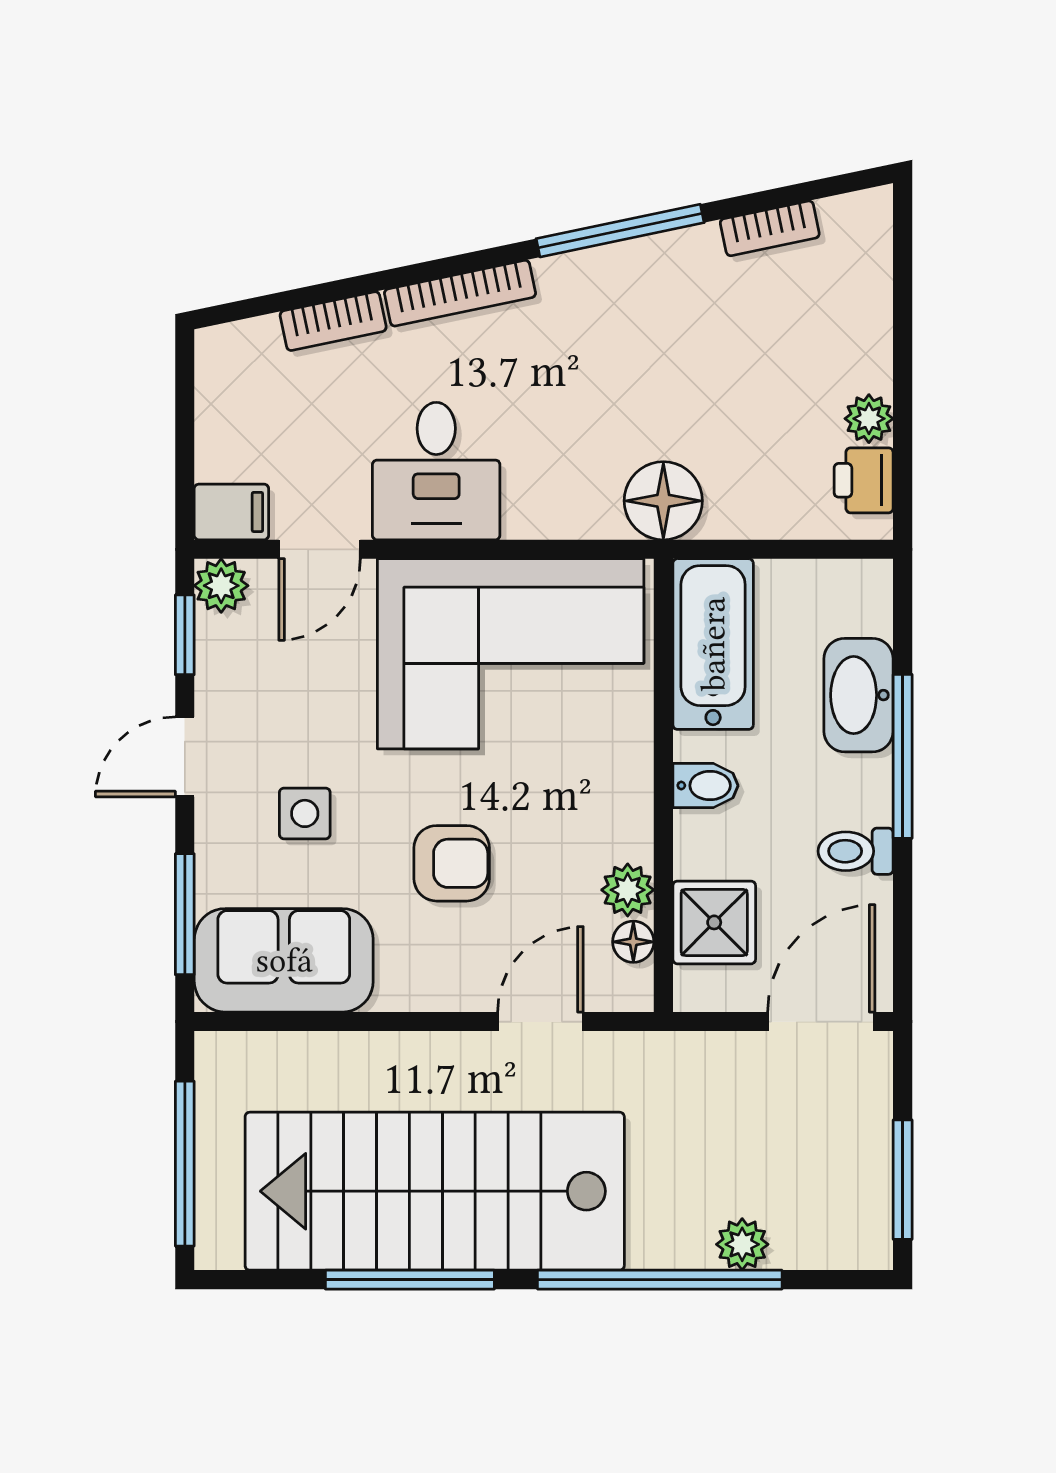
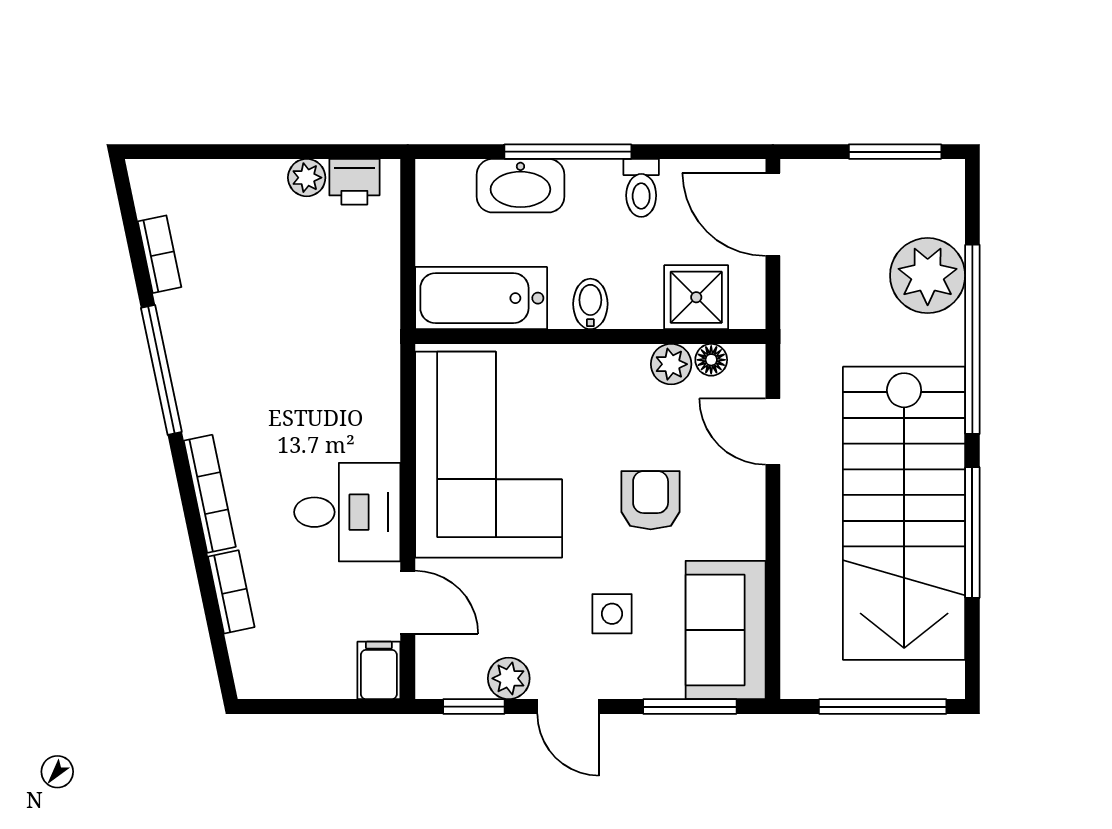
floor lamp: (663, 501) -> (370, 337), removed
plant: (221, 586) -> (509, 678), moved
plant: (742, 1244) -> (928, 276), width x1.88, depth x1.88

